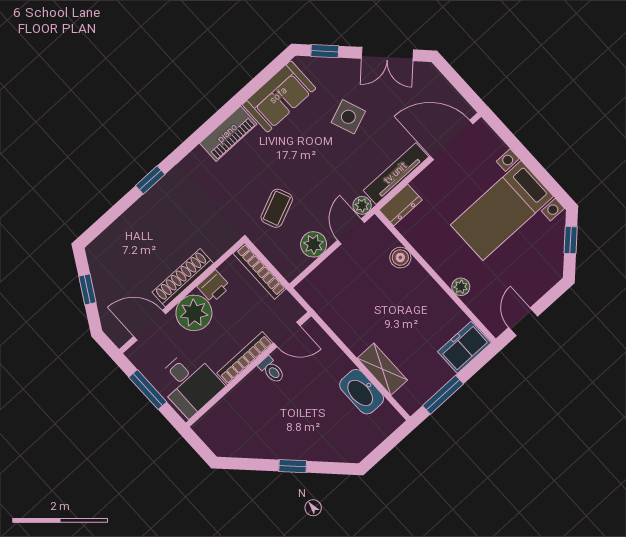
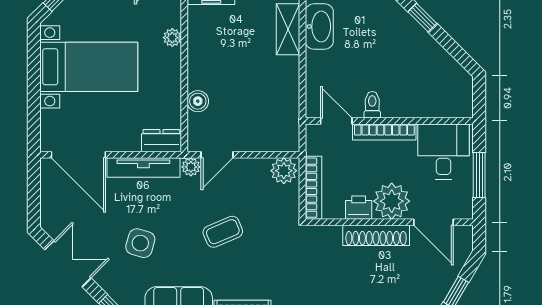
side table: (348, 117) -> (140, 243), turned 37
coffee table: (277, 208) -> (223, 232), moved
plant: (314, 244) -> (284, 171), moved

